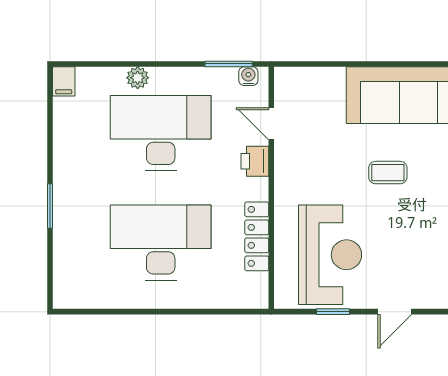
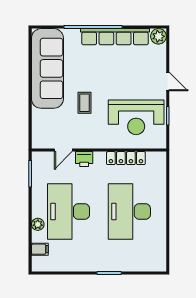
water cooler: (248, 76) -> (37, 163), removed
filing cabinet: (64, 81) -> (40, 249), moved
coffee table: (388, 173) -> (84, 103), moved
reception desk: (330, 255) -> (136, 117), turned 180

